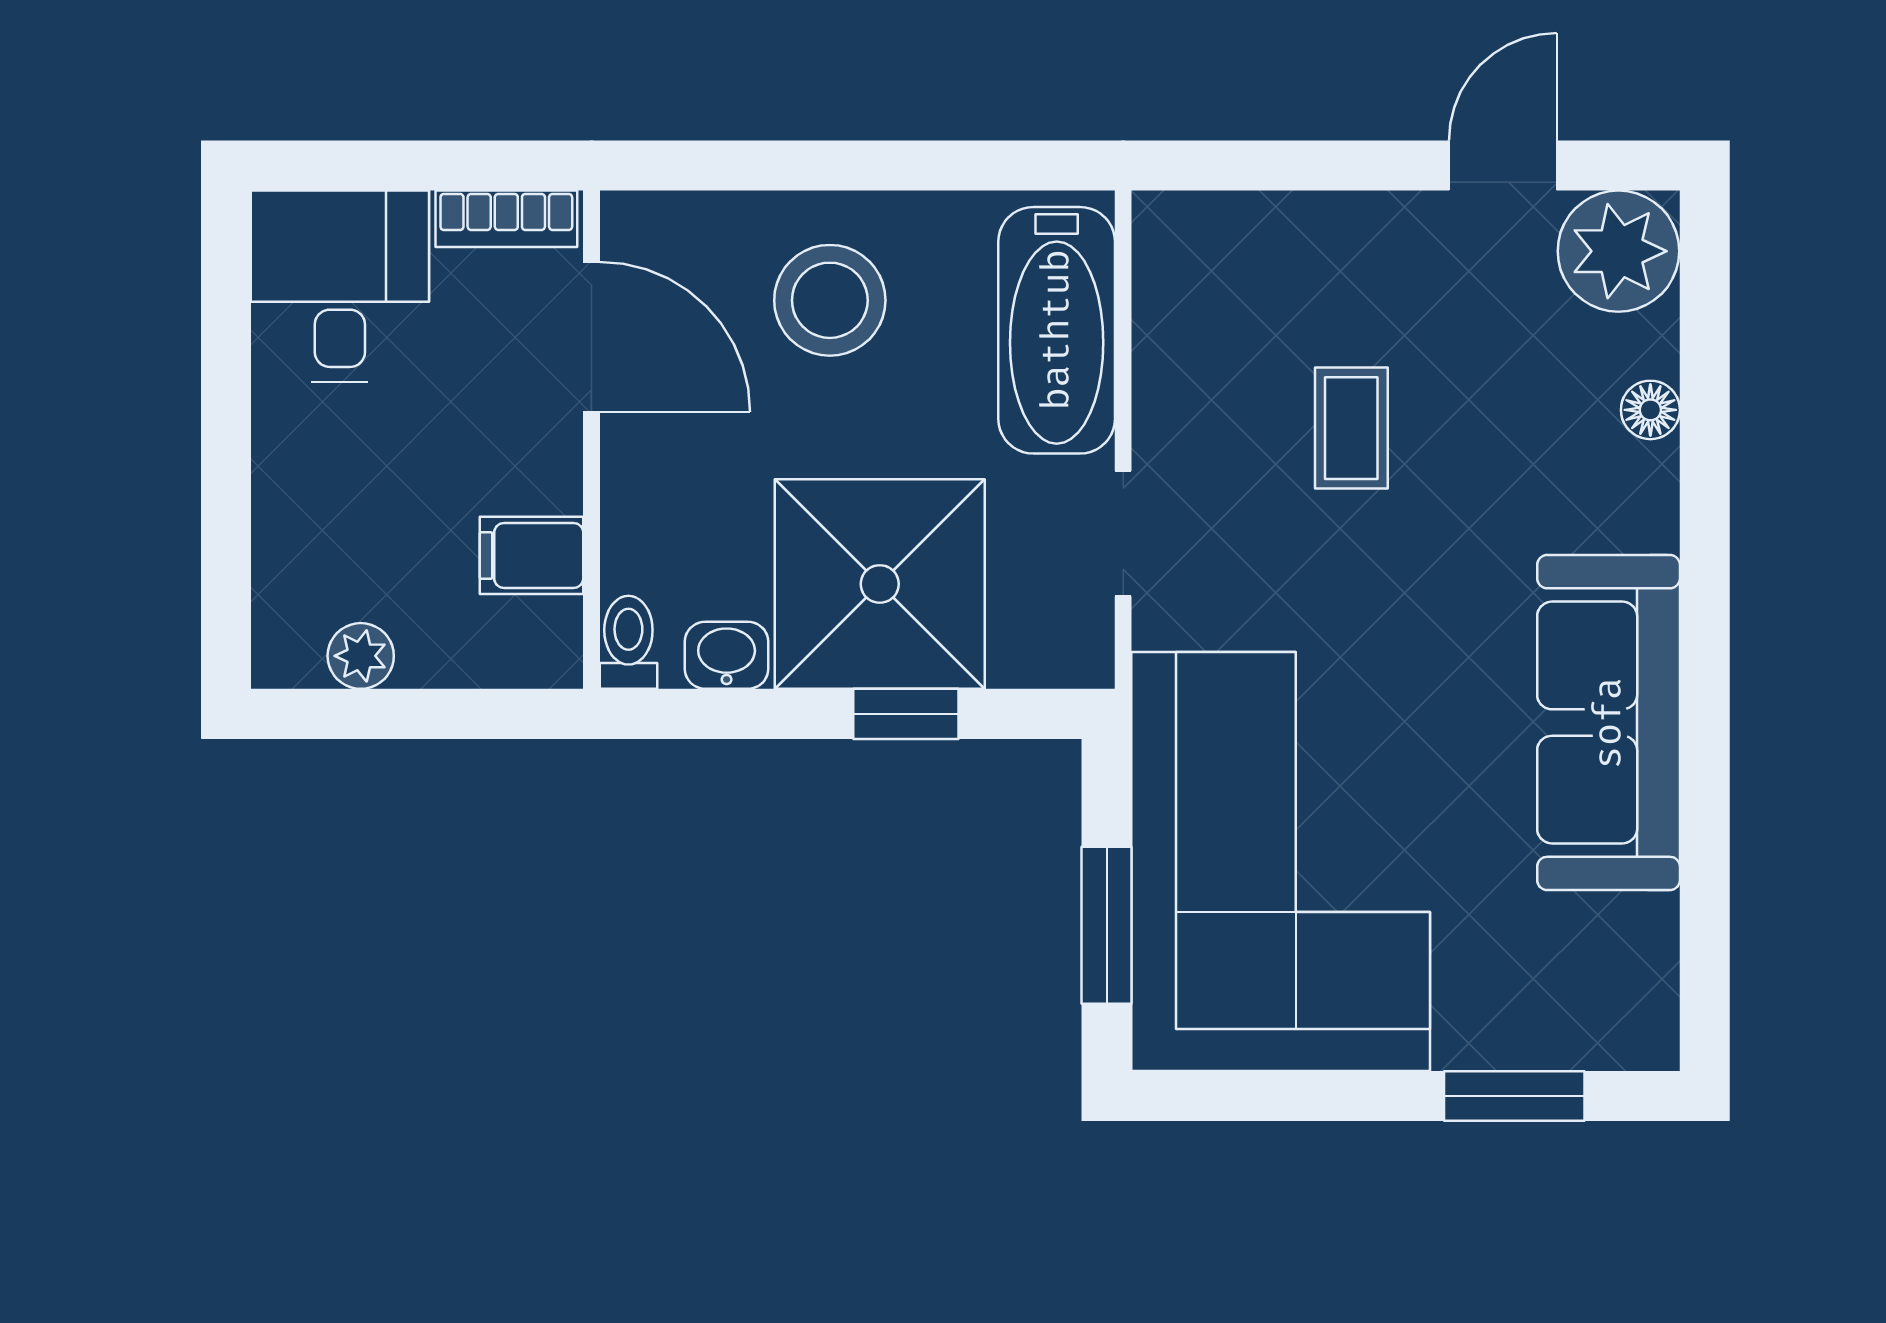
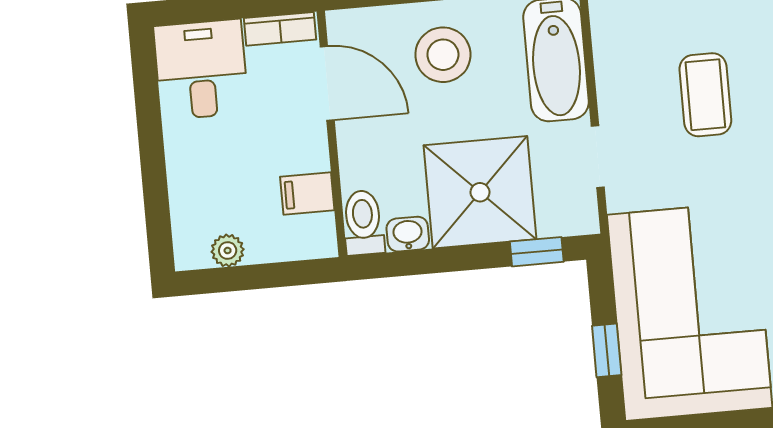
coffee table: (1351, 428) -> (705, 95), width x1.36, depth x1.30
toilet: (628, 642) -> (363, 223), width x1.37, depth x1.39
window: (906, 714) -> (537, 252), moved
window: (1107, 925) -> (607, 350), width x0.67

